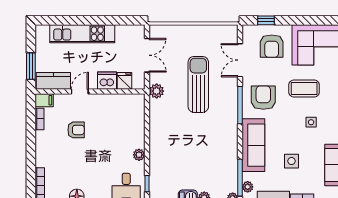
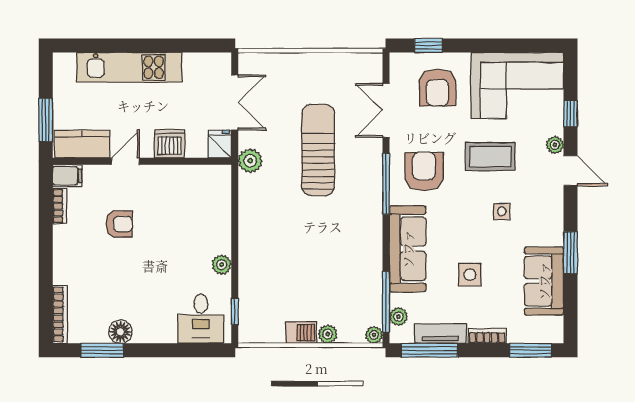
fridge: (125, 81) -> (220, 144), moved

